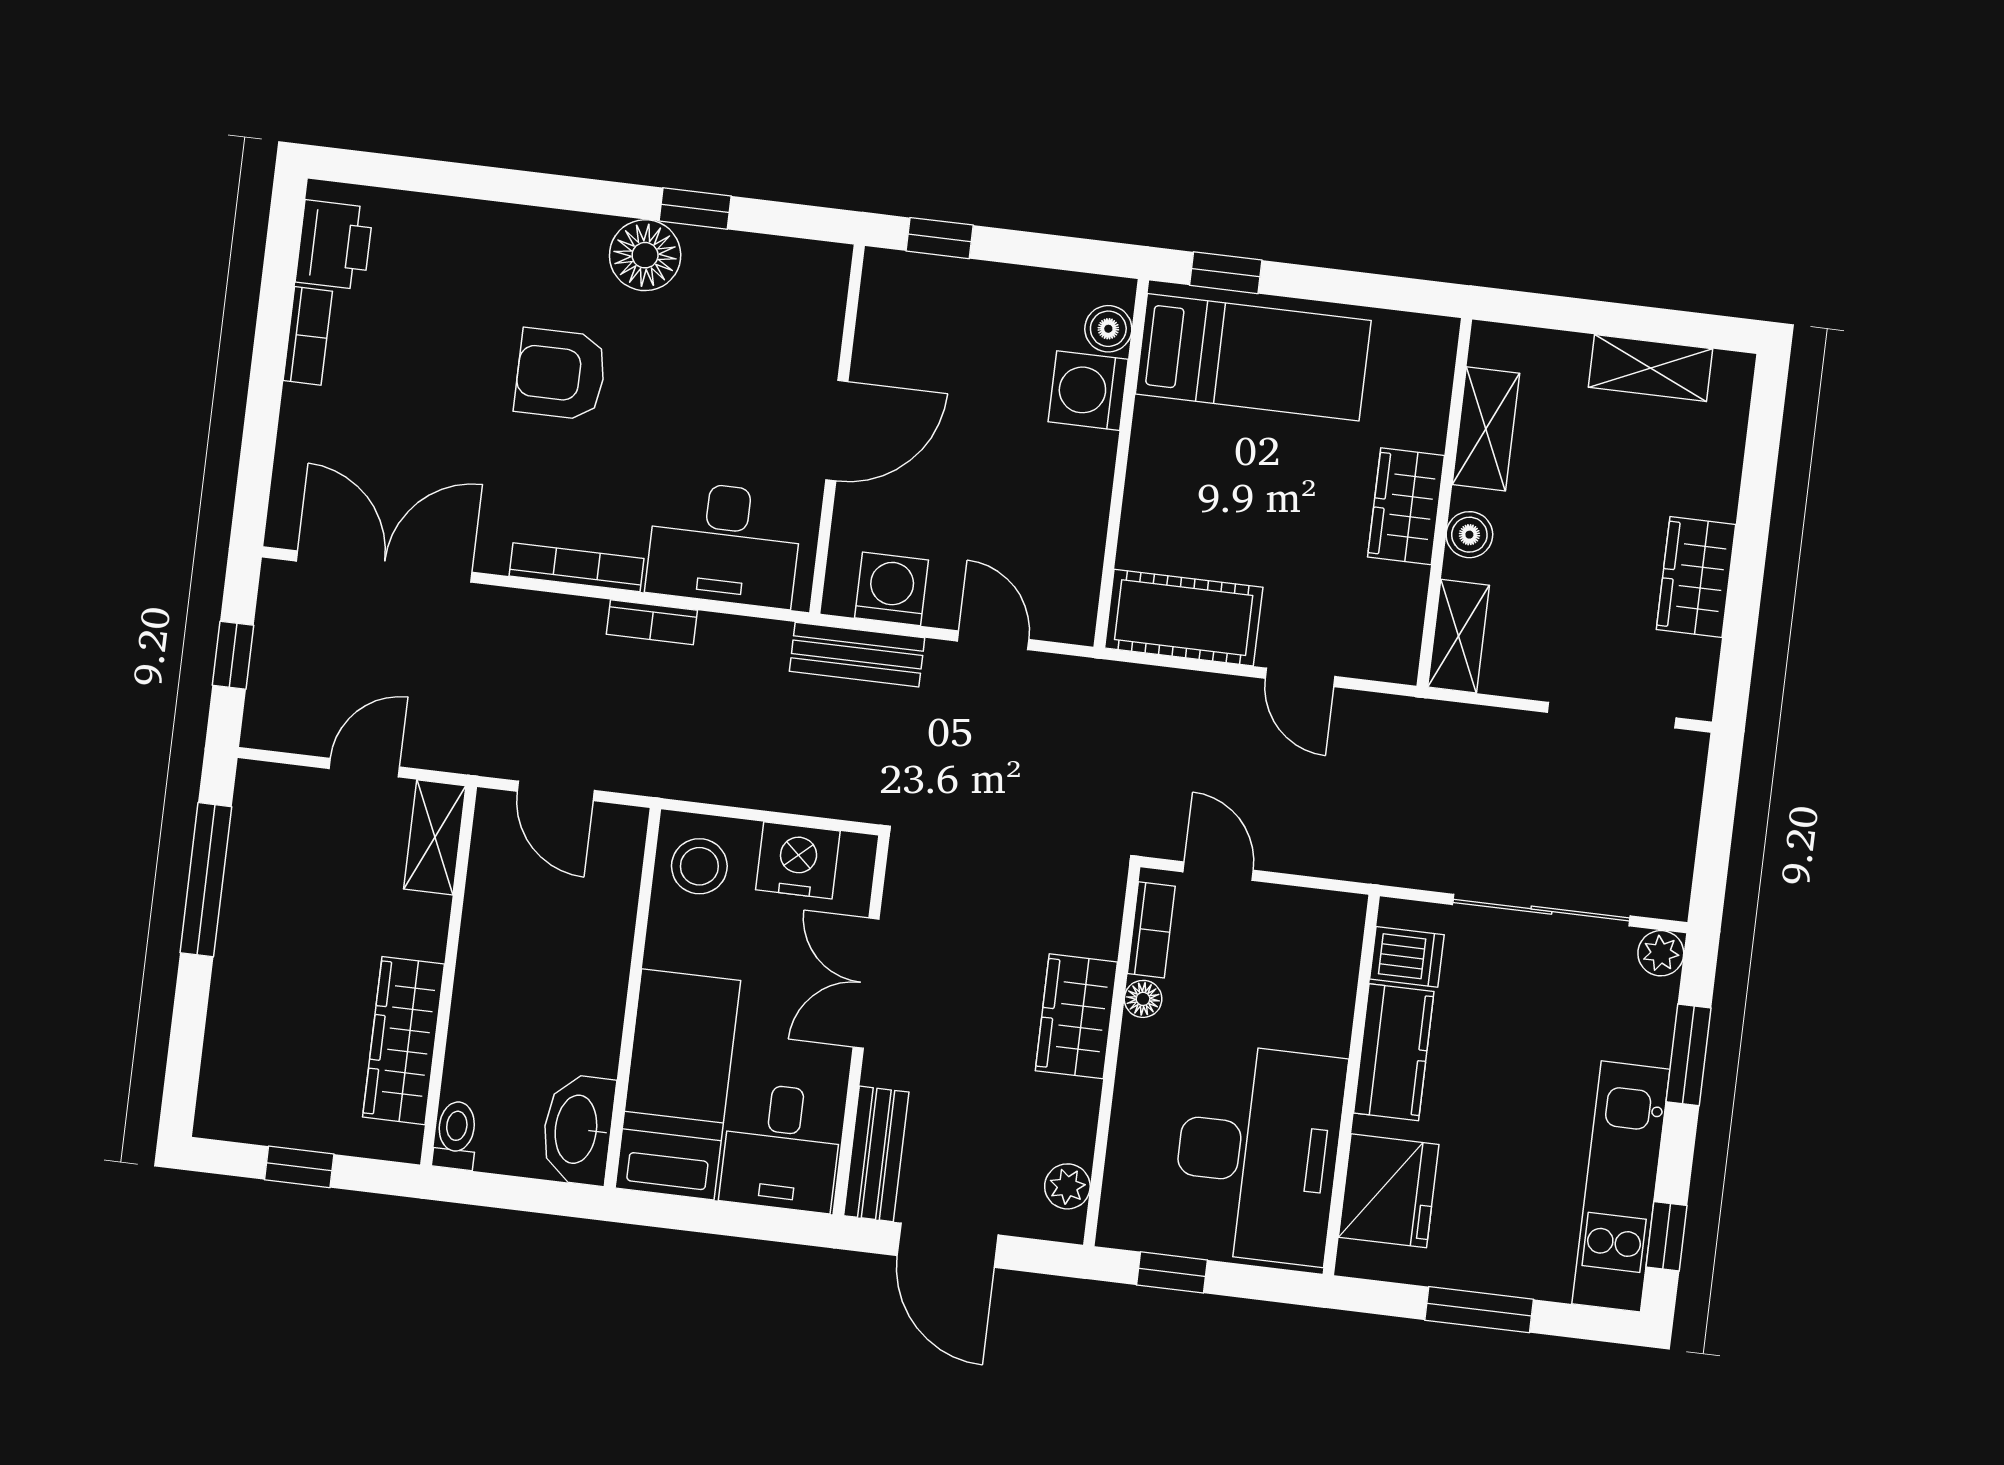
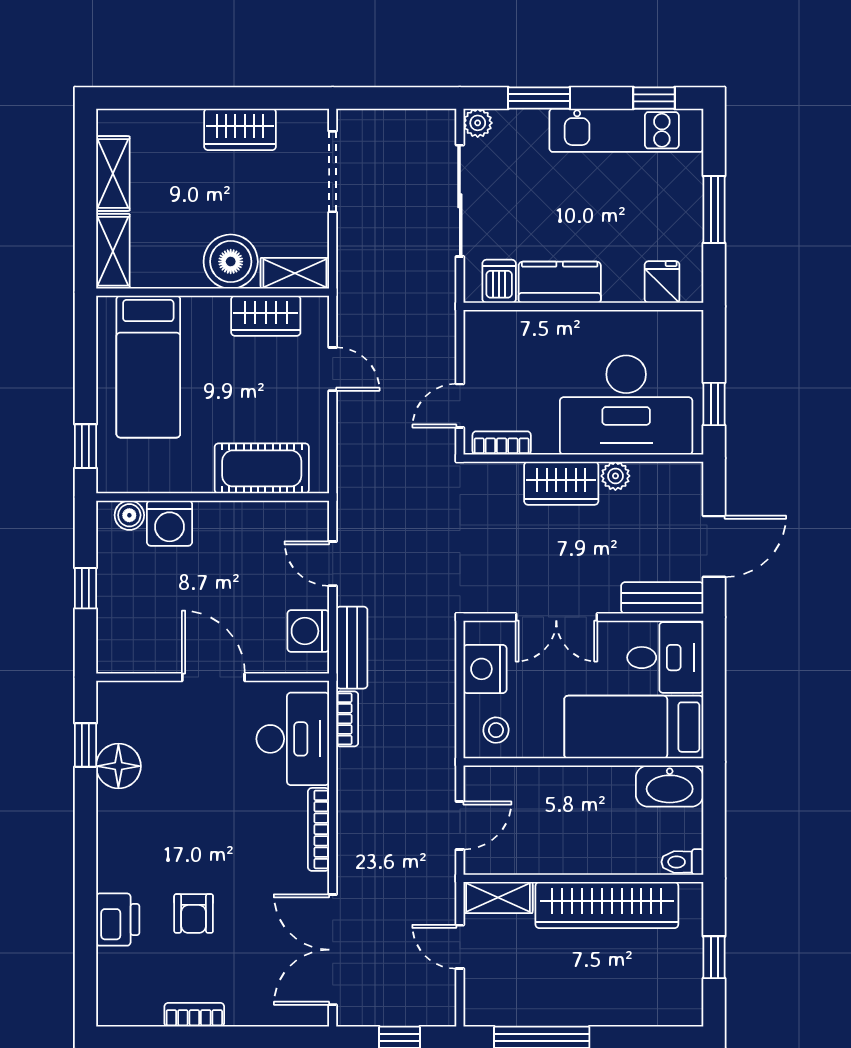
window: (695, 208) -> (85, 745), moved
window: (940, 238) -> (85, 588), moved
printer: (334, 245) -> (118, 920), moved, turned 90
floor lamp: (645, 255) -> (118, 766), moved
bed: (1253, 357) -> (148, 367), moved, turned 180
armchair: (561, 374) -> (194, 914), moved, width x0.72, depth x0.72
shelving: (1486, 429) -> (113, 251), moved, turned 90
wardrobe: (1406, 506) -> (266, 316), moved
boiler: (1469, 535) -> (231, 262), width x1.86, depth x1.86
cot: (1184, 618) -> (262, 468), moved, turned 90
bookcase: (652, 622) -> (347, 719), moved
door: (993, 640) -> (333, 564), hinge flipped
door: (1300, 677) -> (333, 369), hinge flipped
stool: (699, 866) -> (496, 730), width x0.73, depth x0.73
floor lamp: (1143, 999) -> (545, 443), removed
wardrobe: (404, 1041) -> (607, 905), width x1.40, depth x1.17
desk: (1258, 1154) -> (626, 405), moved, turned 180
plant: (1067, 1186) -> (615, 476), moved
fridge: (1389, 1191) -> (662, 282), width x0.53, depth x0.75

